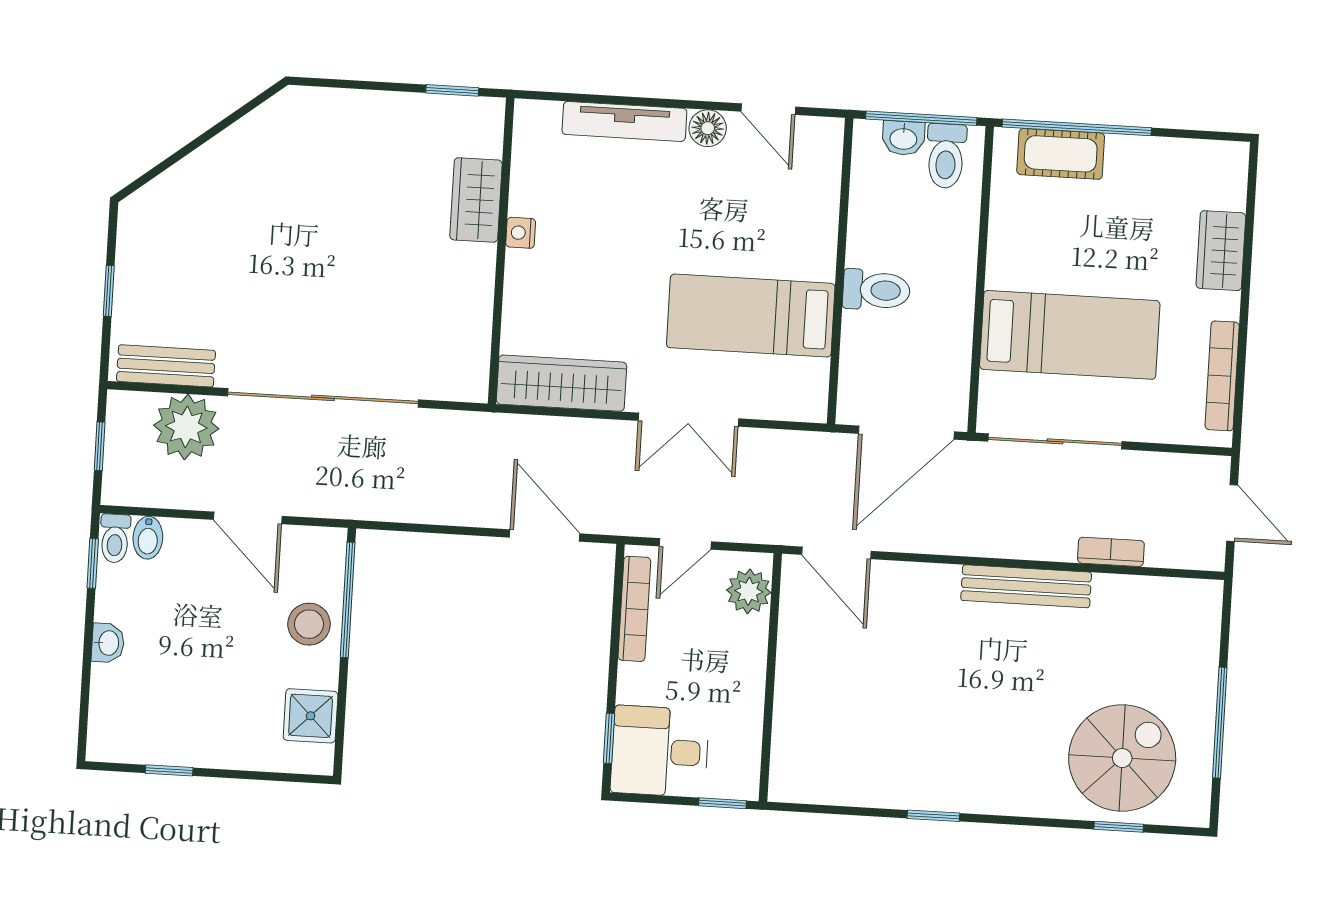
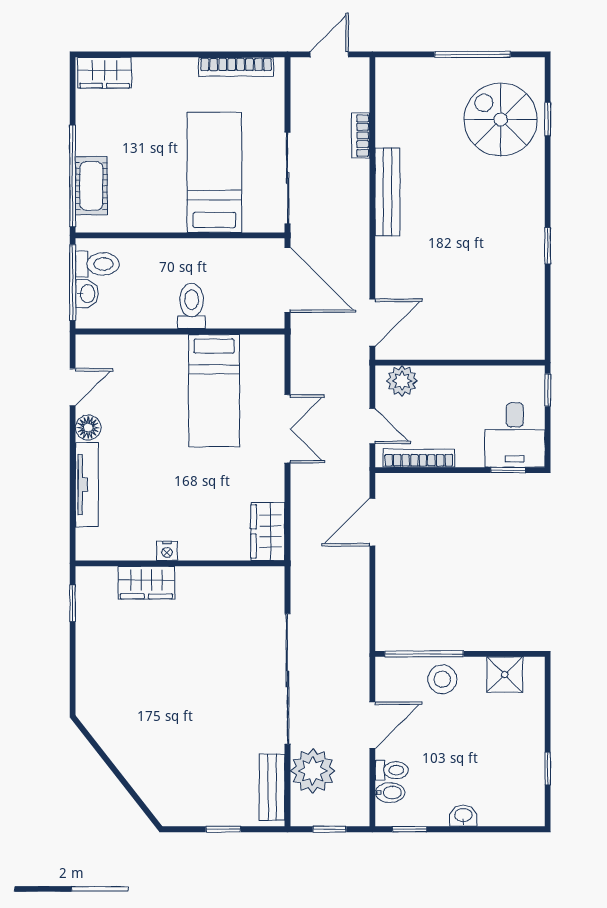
wardrobe: (1221, 251) -> (105, 73), moved
wardrobe: (562, 383) -> (268, 531), width x0.67
toilet: (115, 538) -> (392, 770), moved

